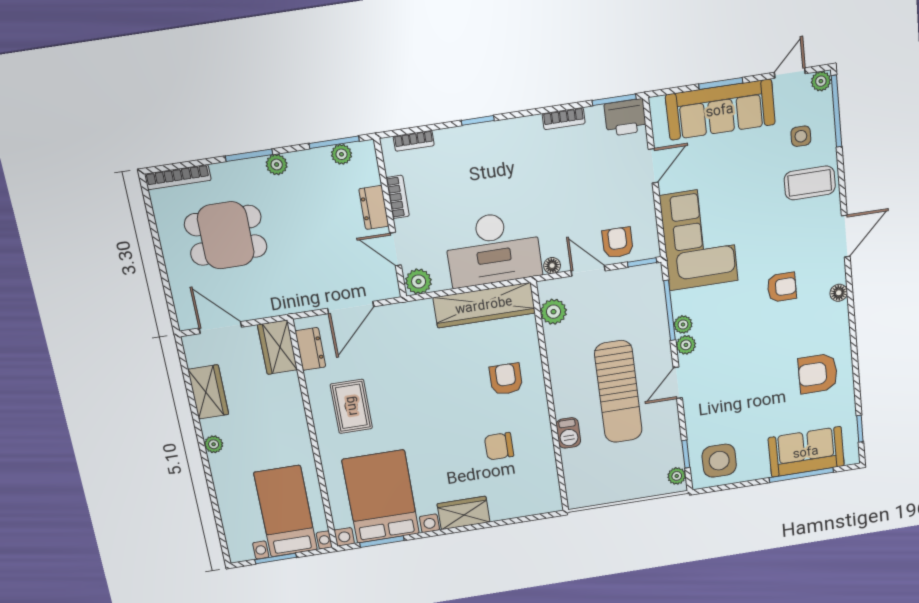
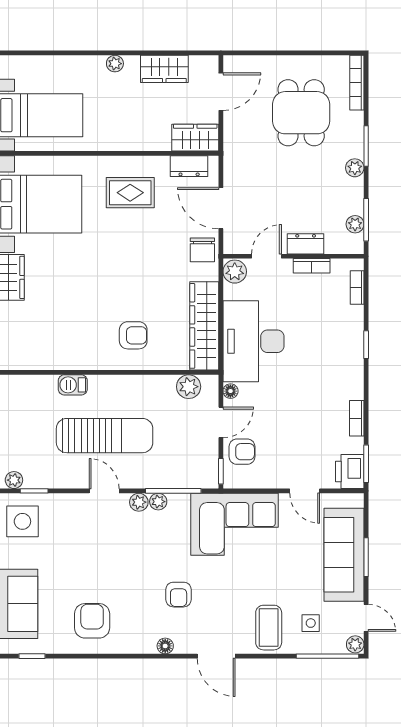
sun lounger: (618, 392) -> (105, 436), turned 180
chair: (499, 446) -> (202, 250), moved, turned 180

